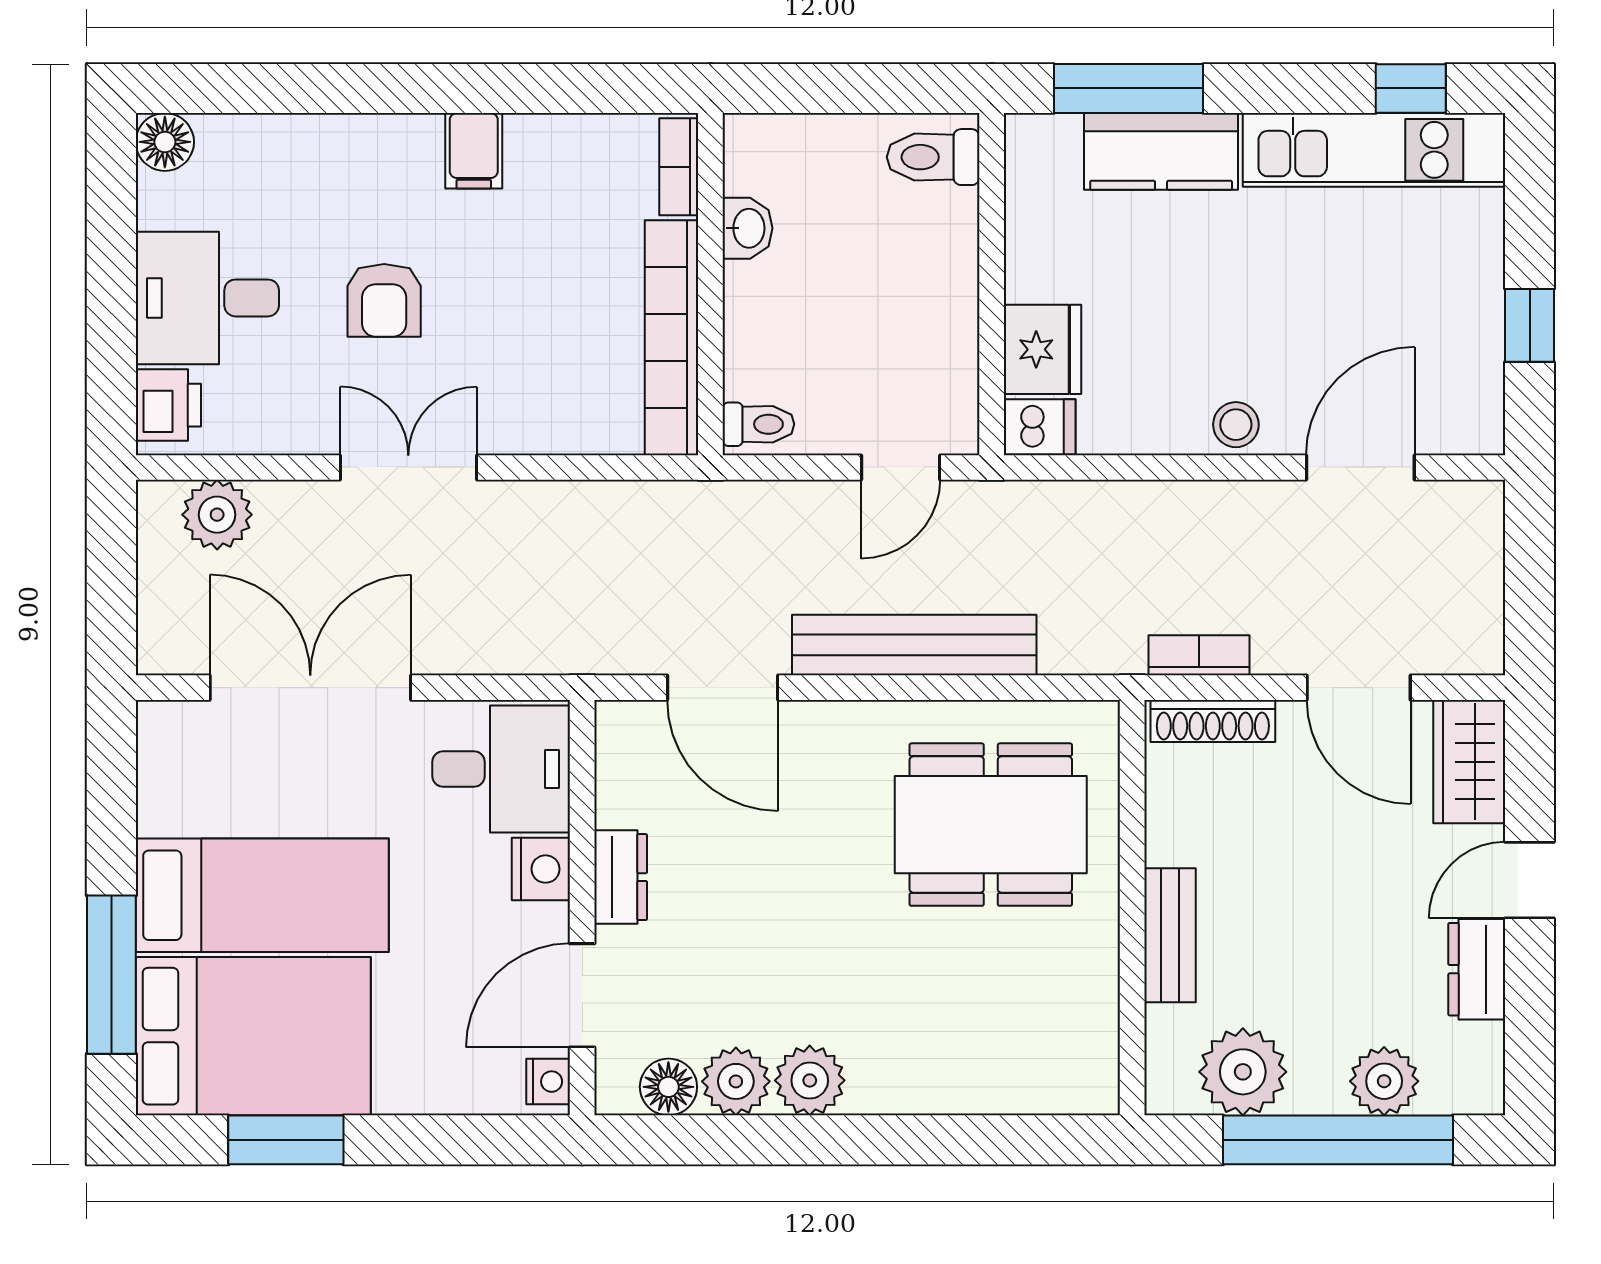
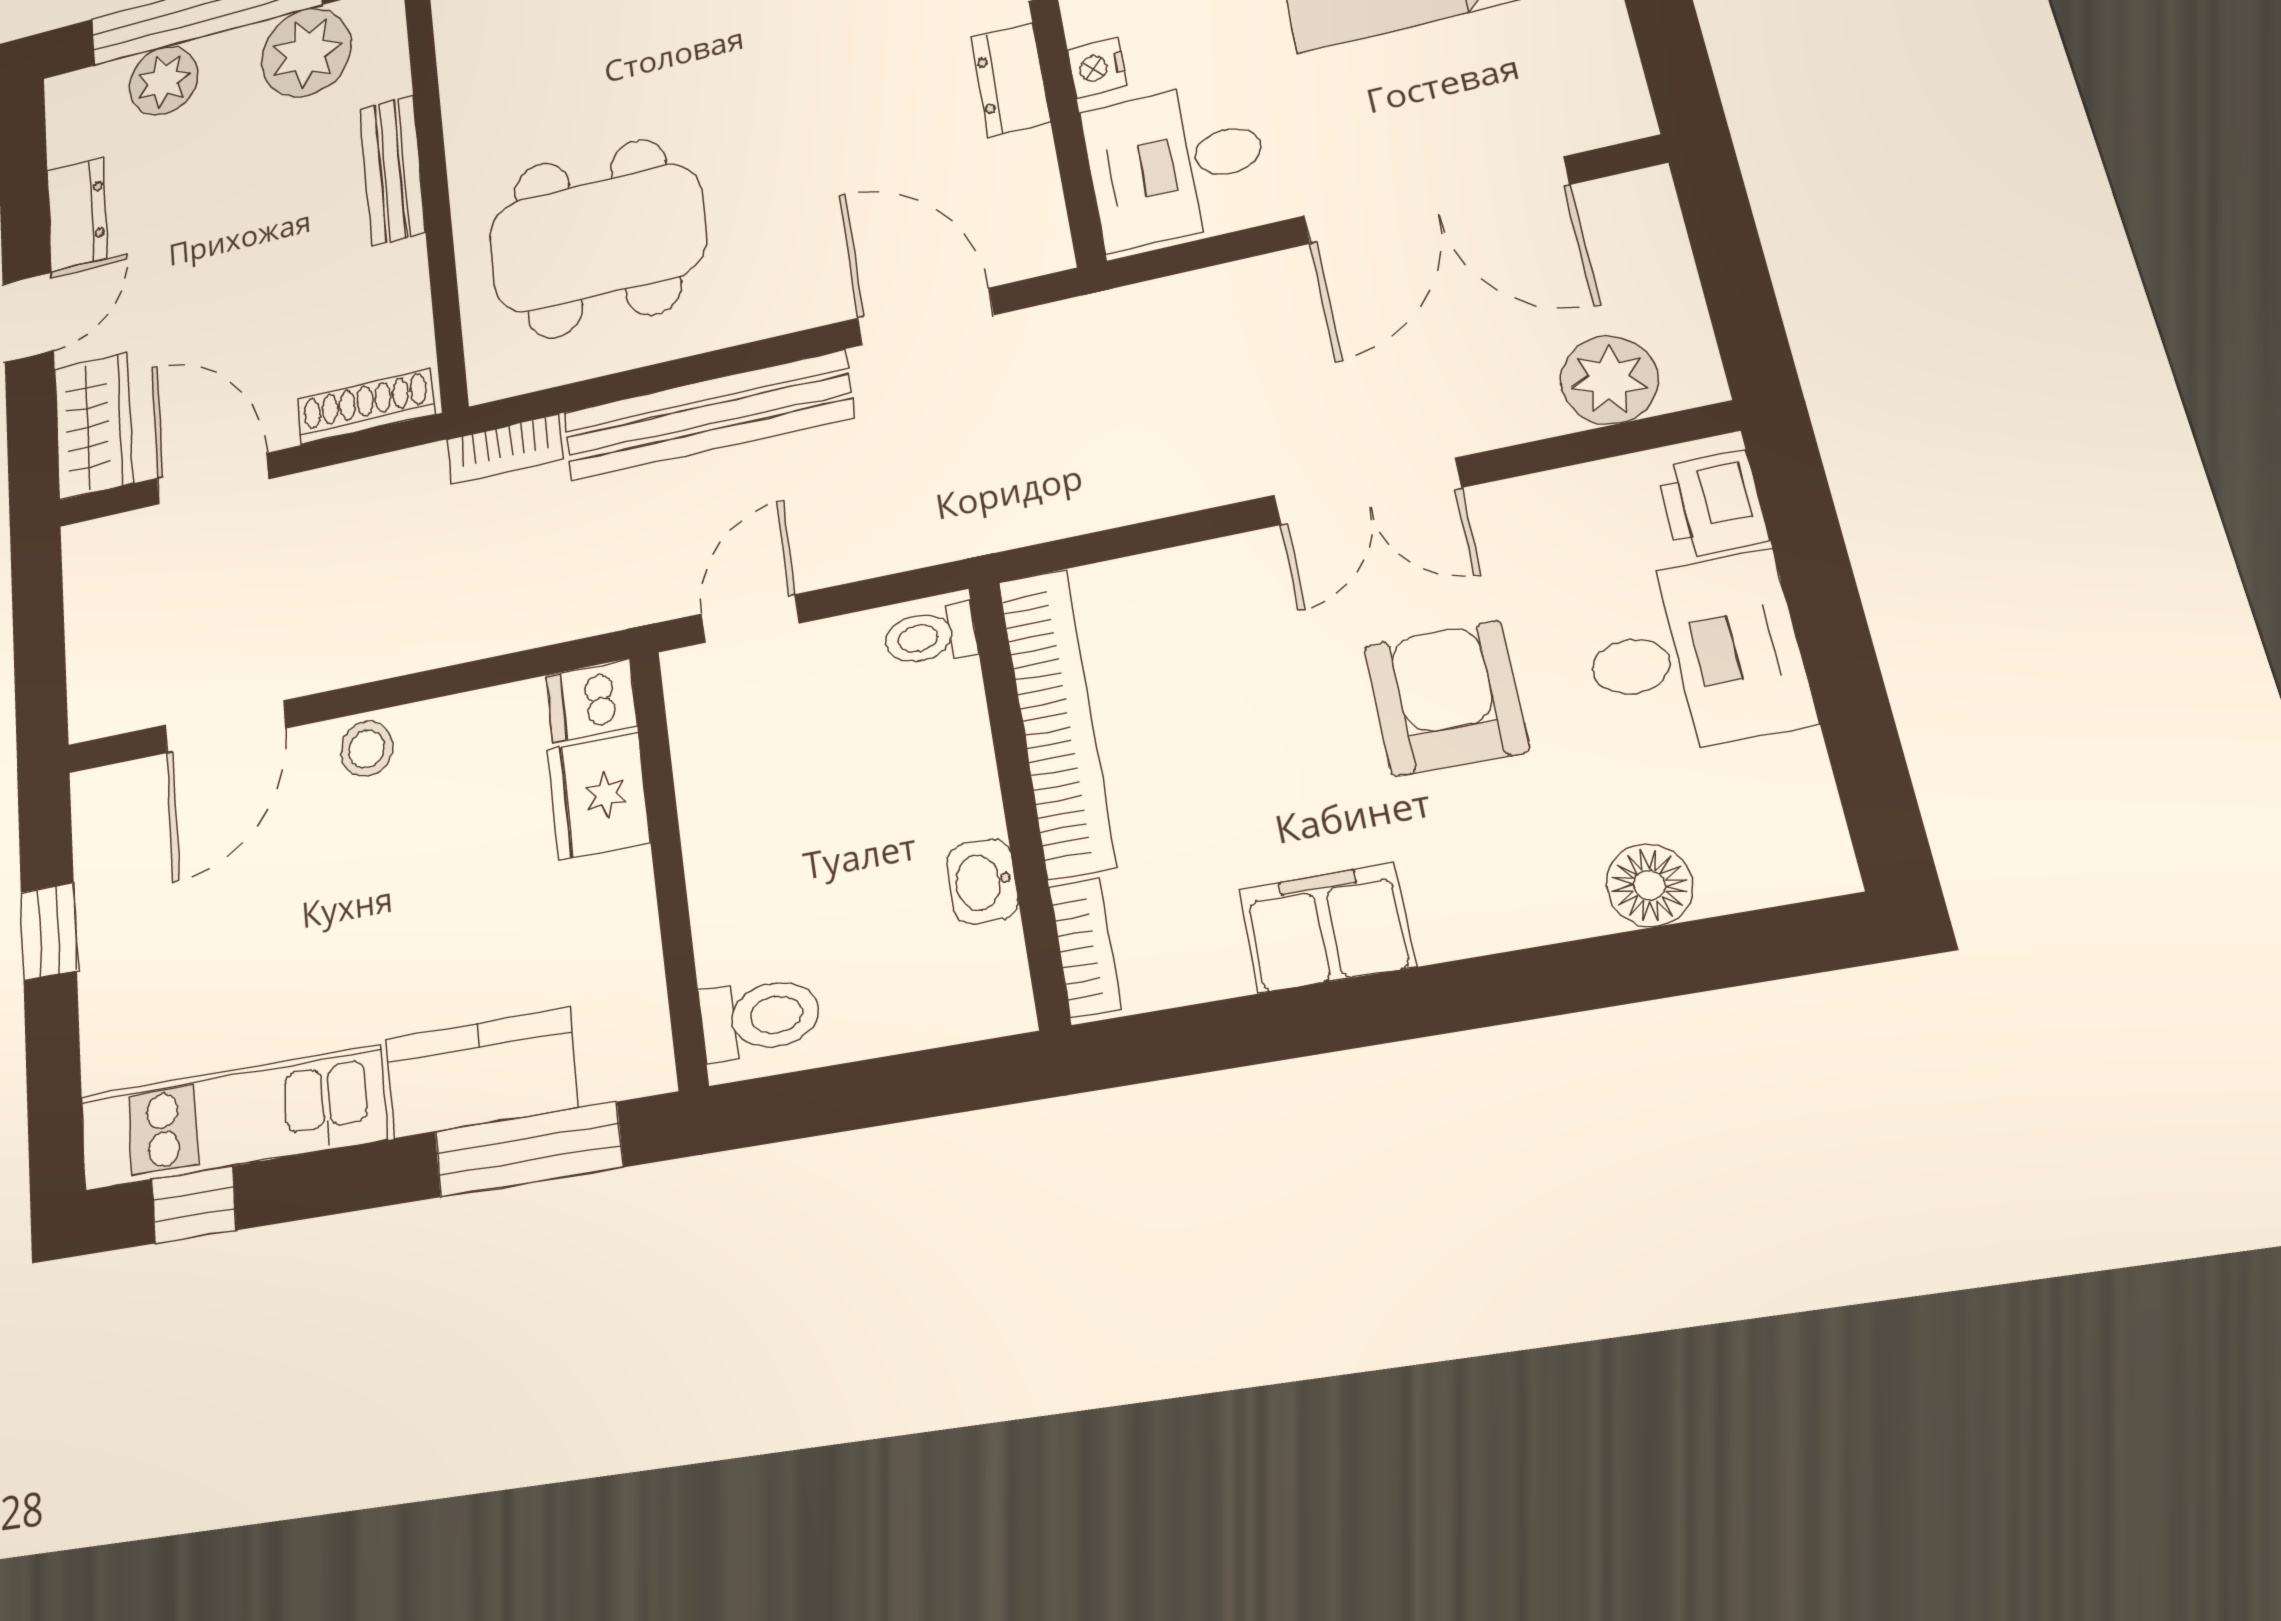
floor lamp: (165, 142) -> (1650, 885), moved
filing cabinet: (474, 151) -> (1327, 928), width x2.00
armchair: (384, 300) -> (1446, 698), width x1.38, depth x1.38
bookcase: (1199, 655) -> (505, 449), moved
nightstand: (541, 869) -> (1097, 68), width x0.72, depth x0.74

